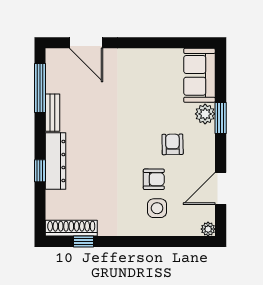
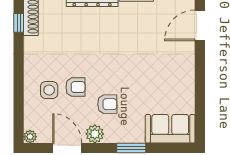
plant: (205, 114) -> (95, 134), moved
armchair: (154, 179) -> (75, 87), turned -90

